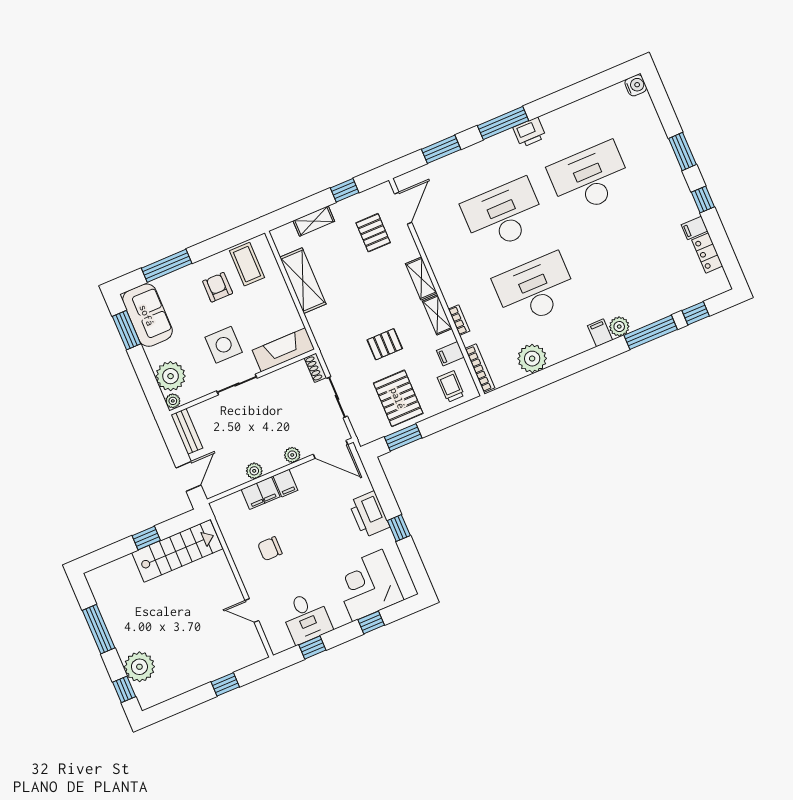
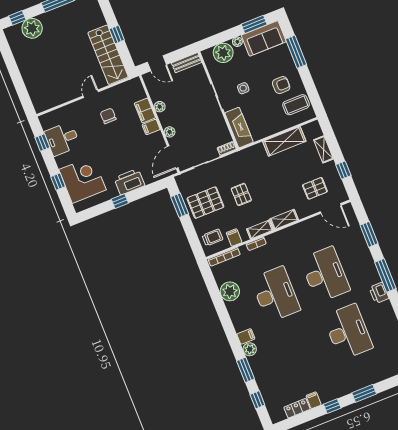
window: (651, 332) -> (245, 370), width x0.69
side table: (224, 345) -> (243, 88), width x0.54, depth x0.54
plant: (173, 401) -> (237, 42), moved
door: (252, 611) -> (91, 94), moved
window: (225, 684) -> (19, 85), removed

